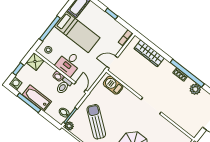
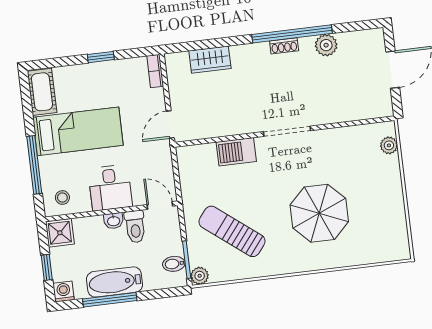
wardrobe: (149, 53) -> (210, 60), width x0.67
barbecue: (113, 85) -> (236, 152), moved

